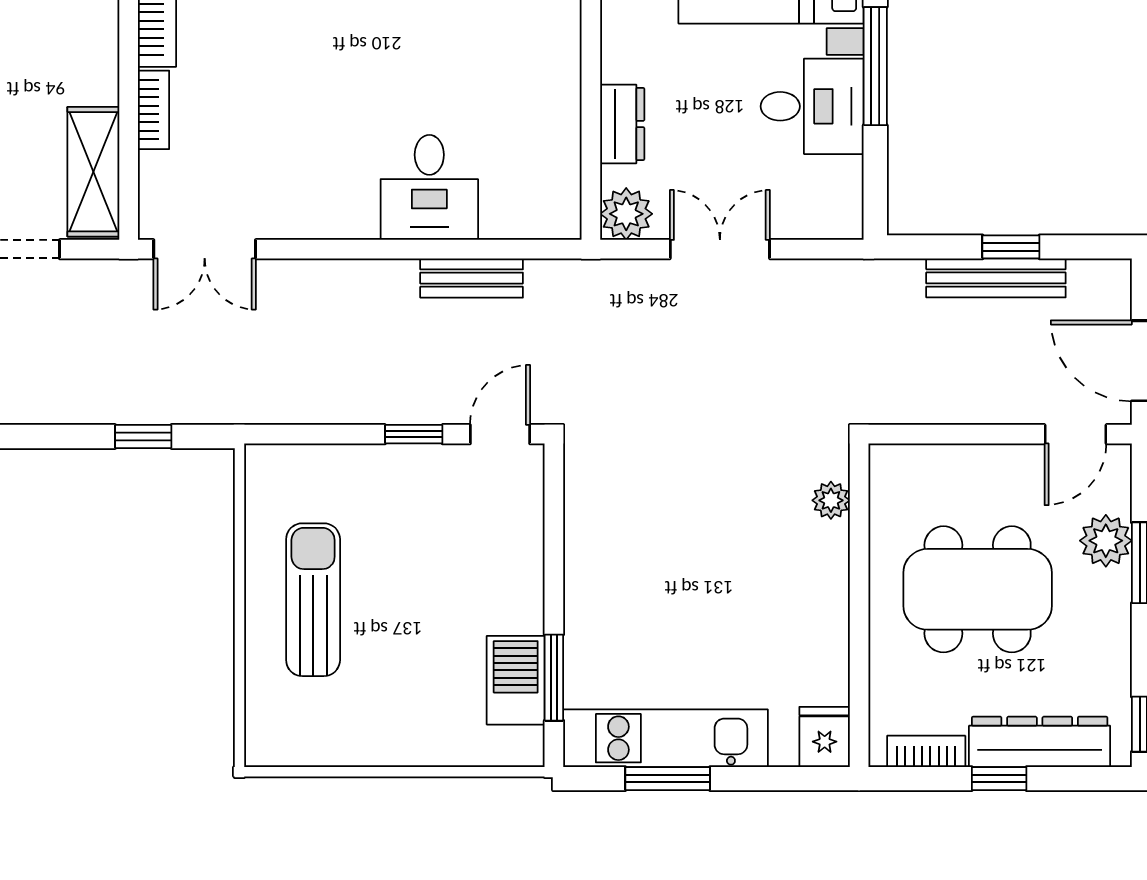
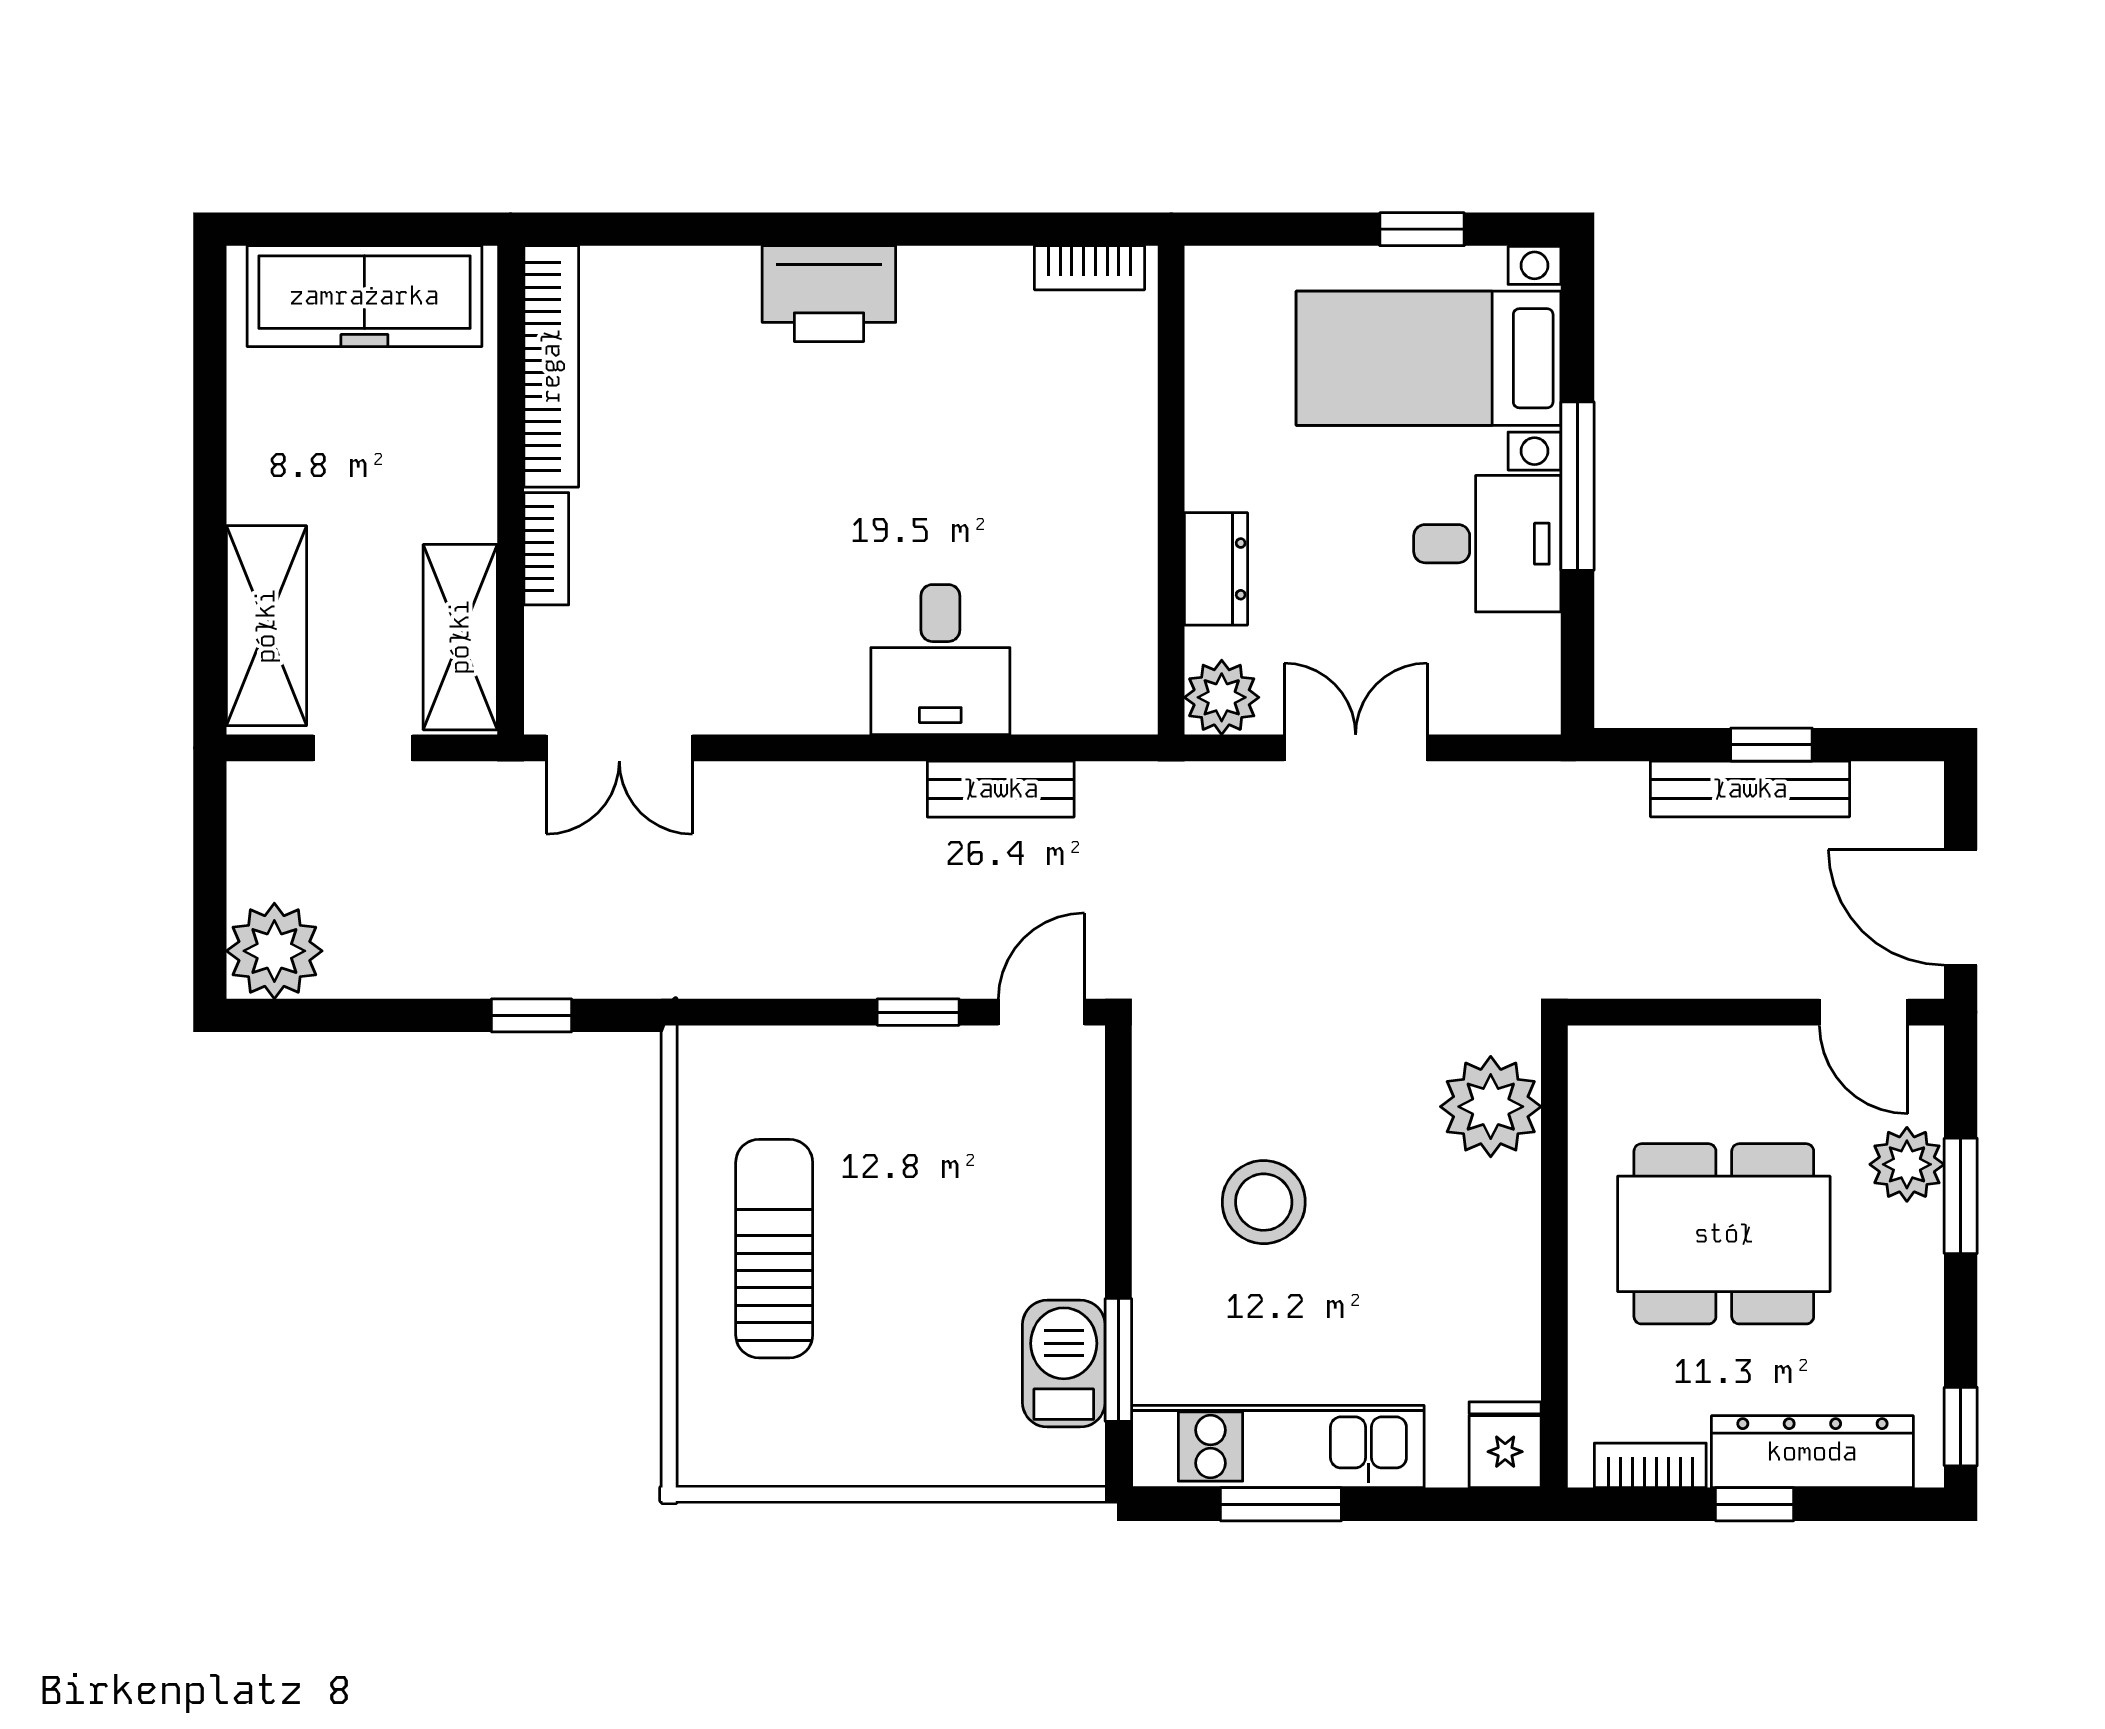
door: (1075, 434) -> (1864, 1012), hinge flipped
plant: (831, 500) -> (1491, 1107), width x1.87, depth x1.87
stool: (656, 567) -> (1264, 1202), added

